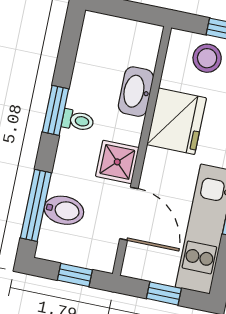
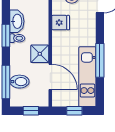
washbasin: (136, 92) -> (17, 21), moved, turned 180
fridge: (177, 121) -> (61, 23), width x0.53, depth x0.75

